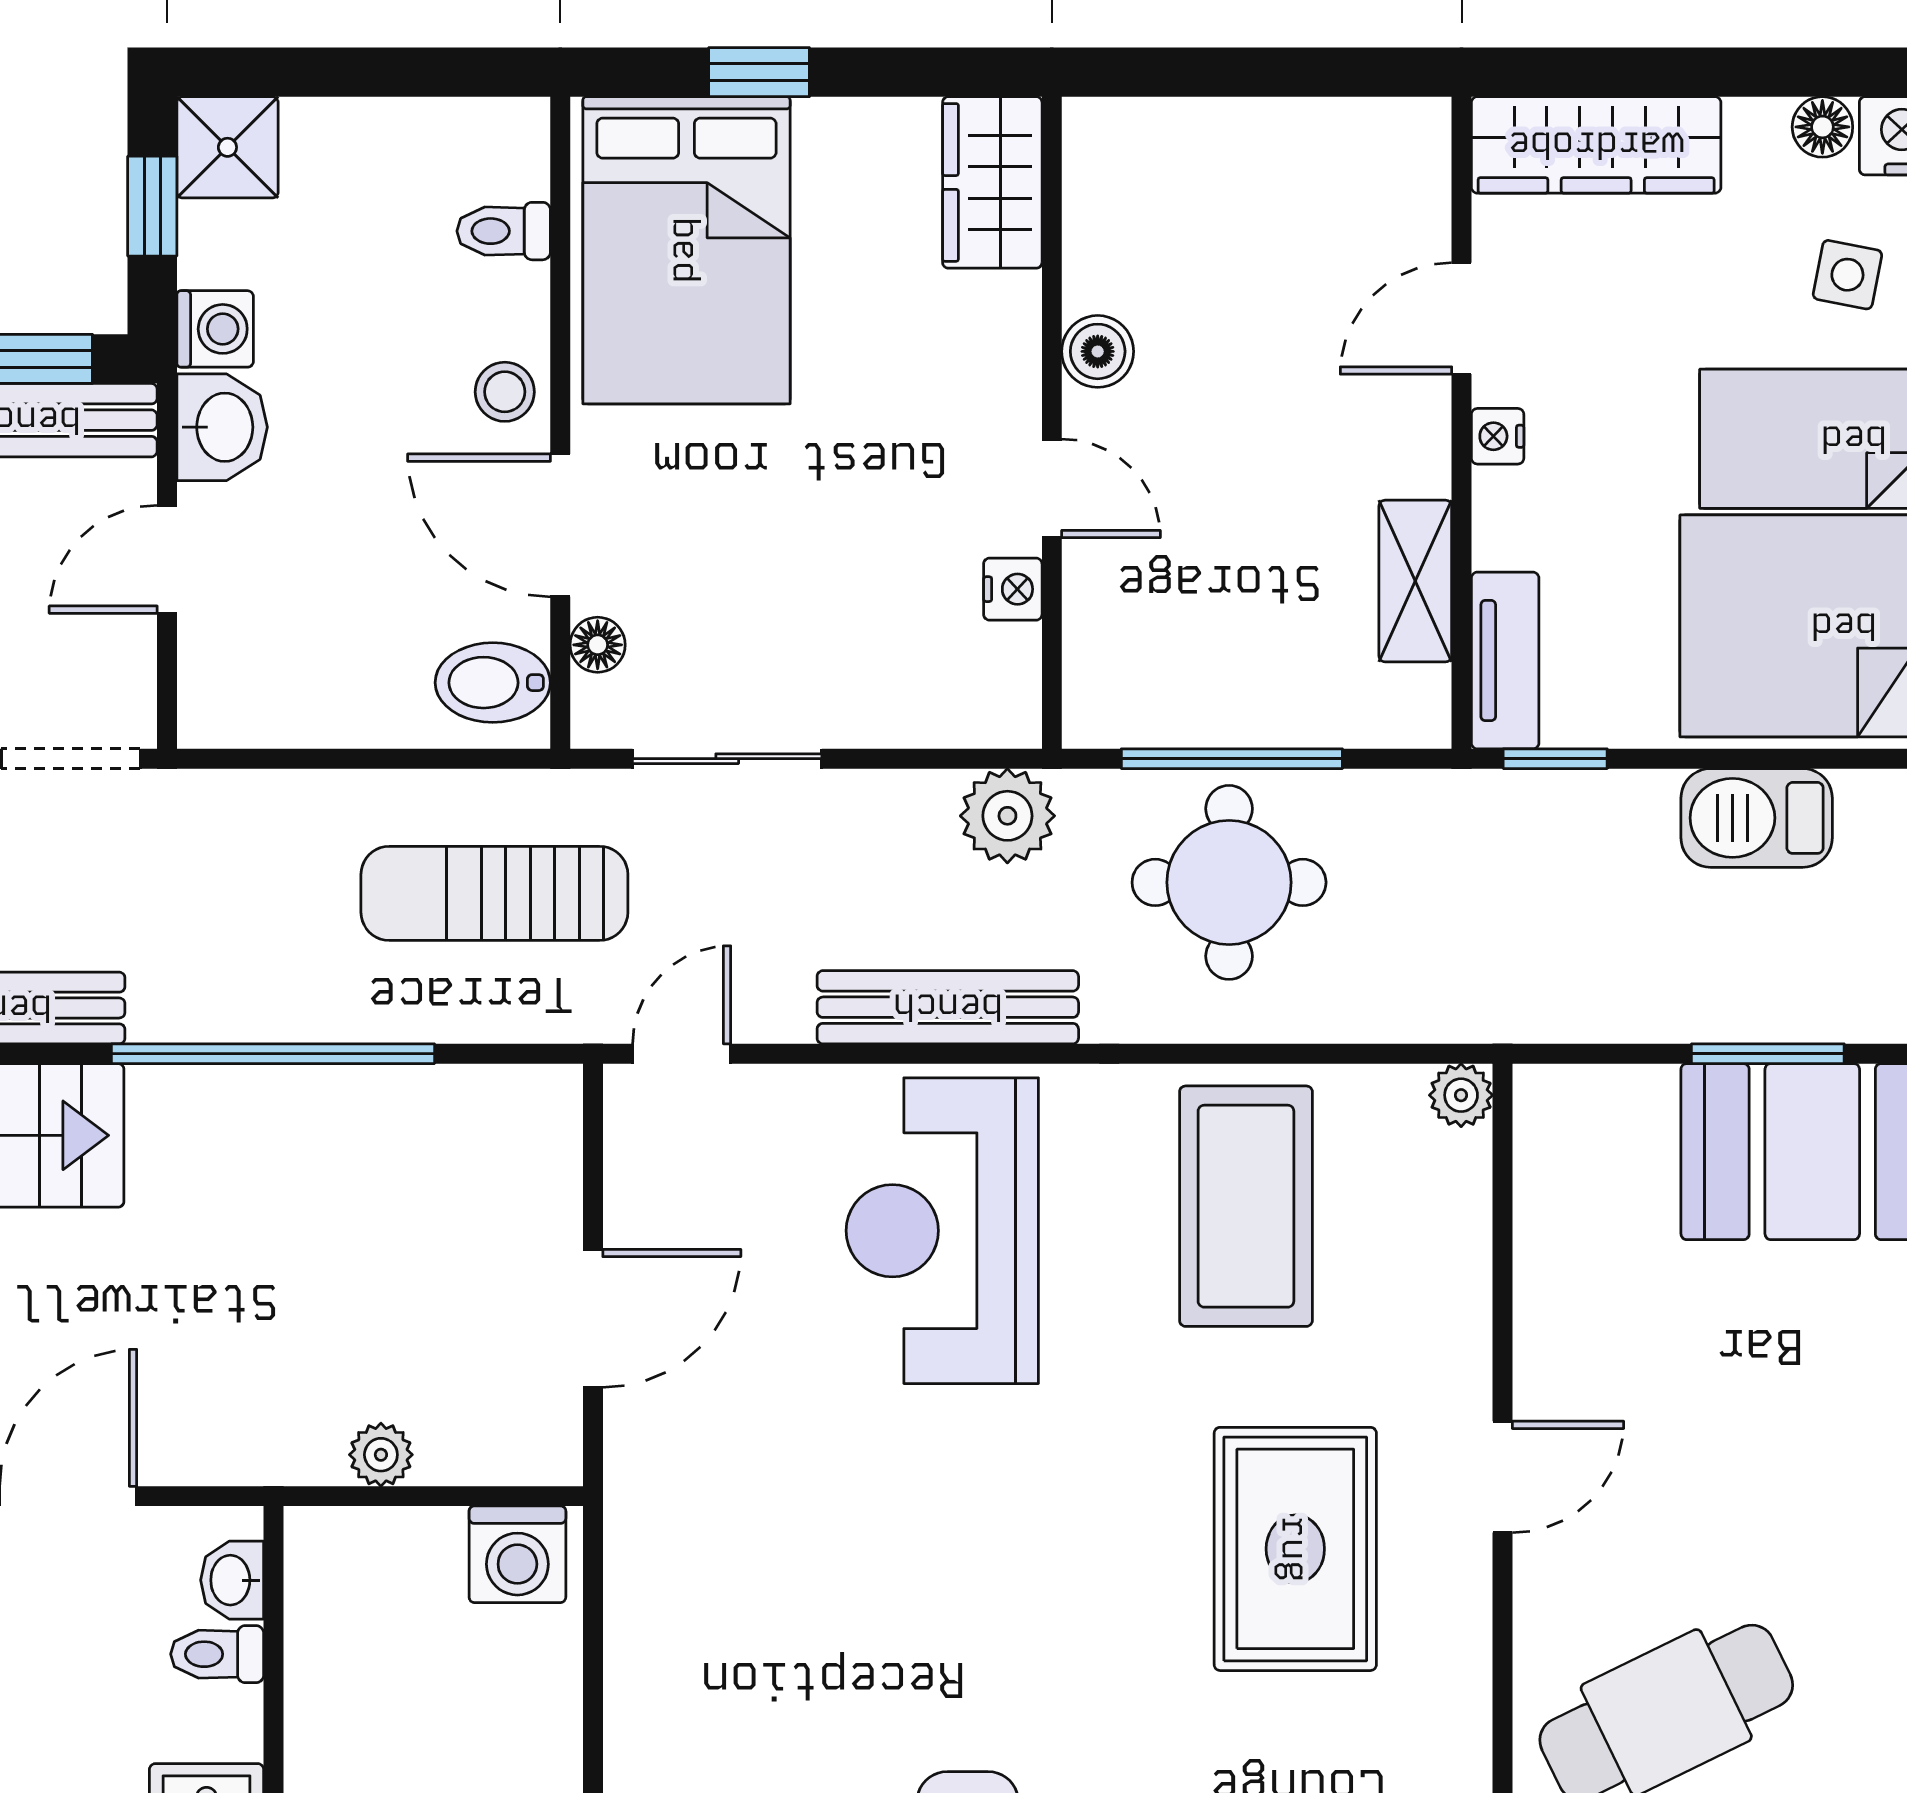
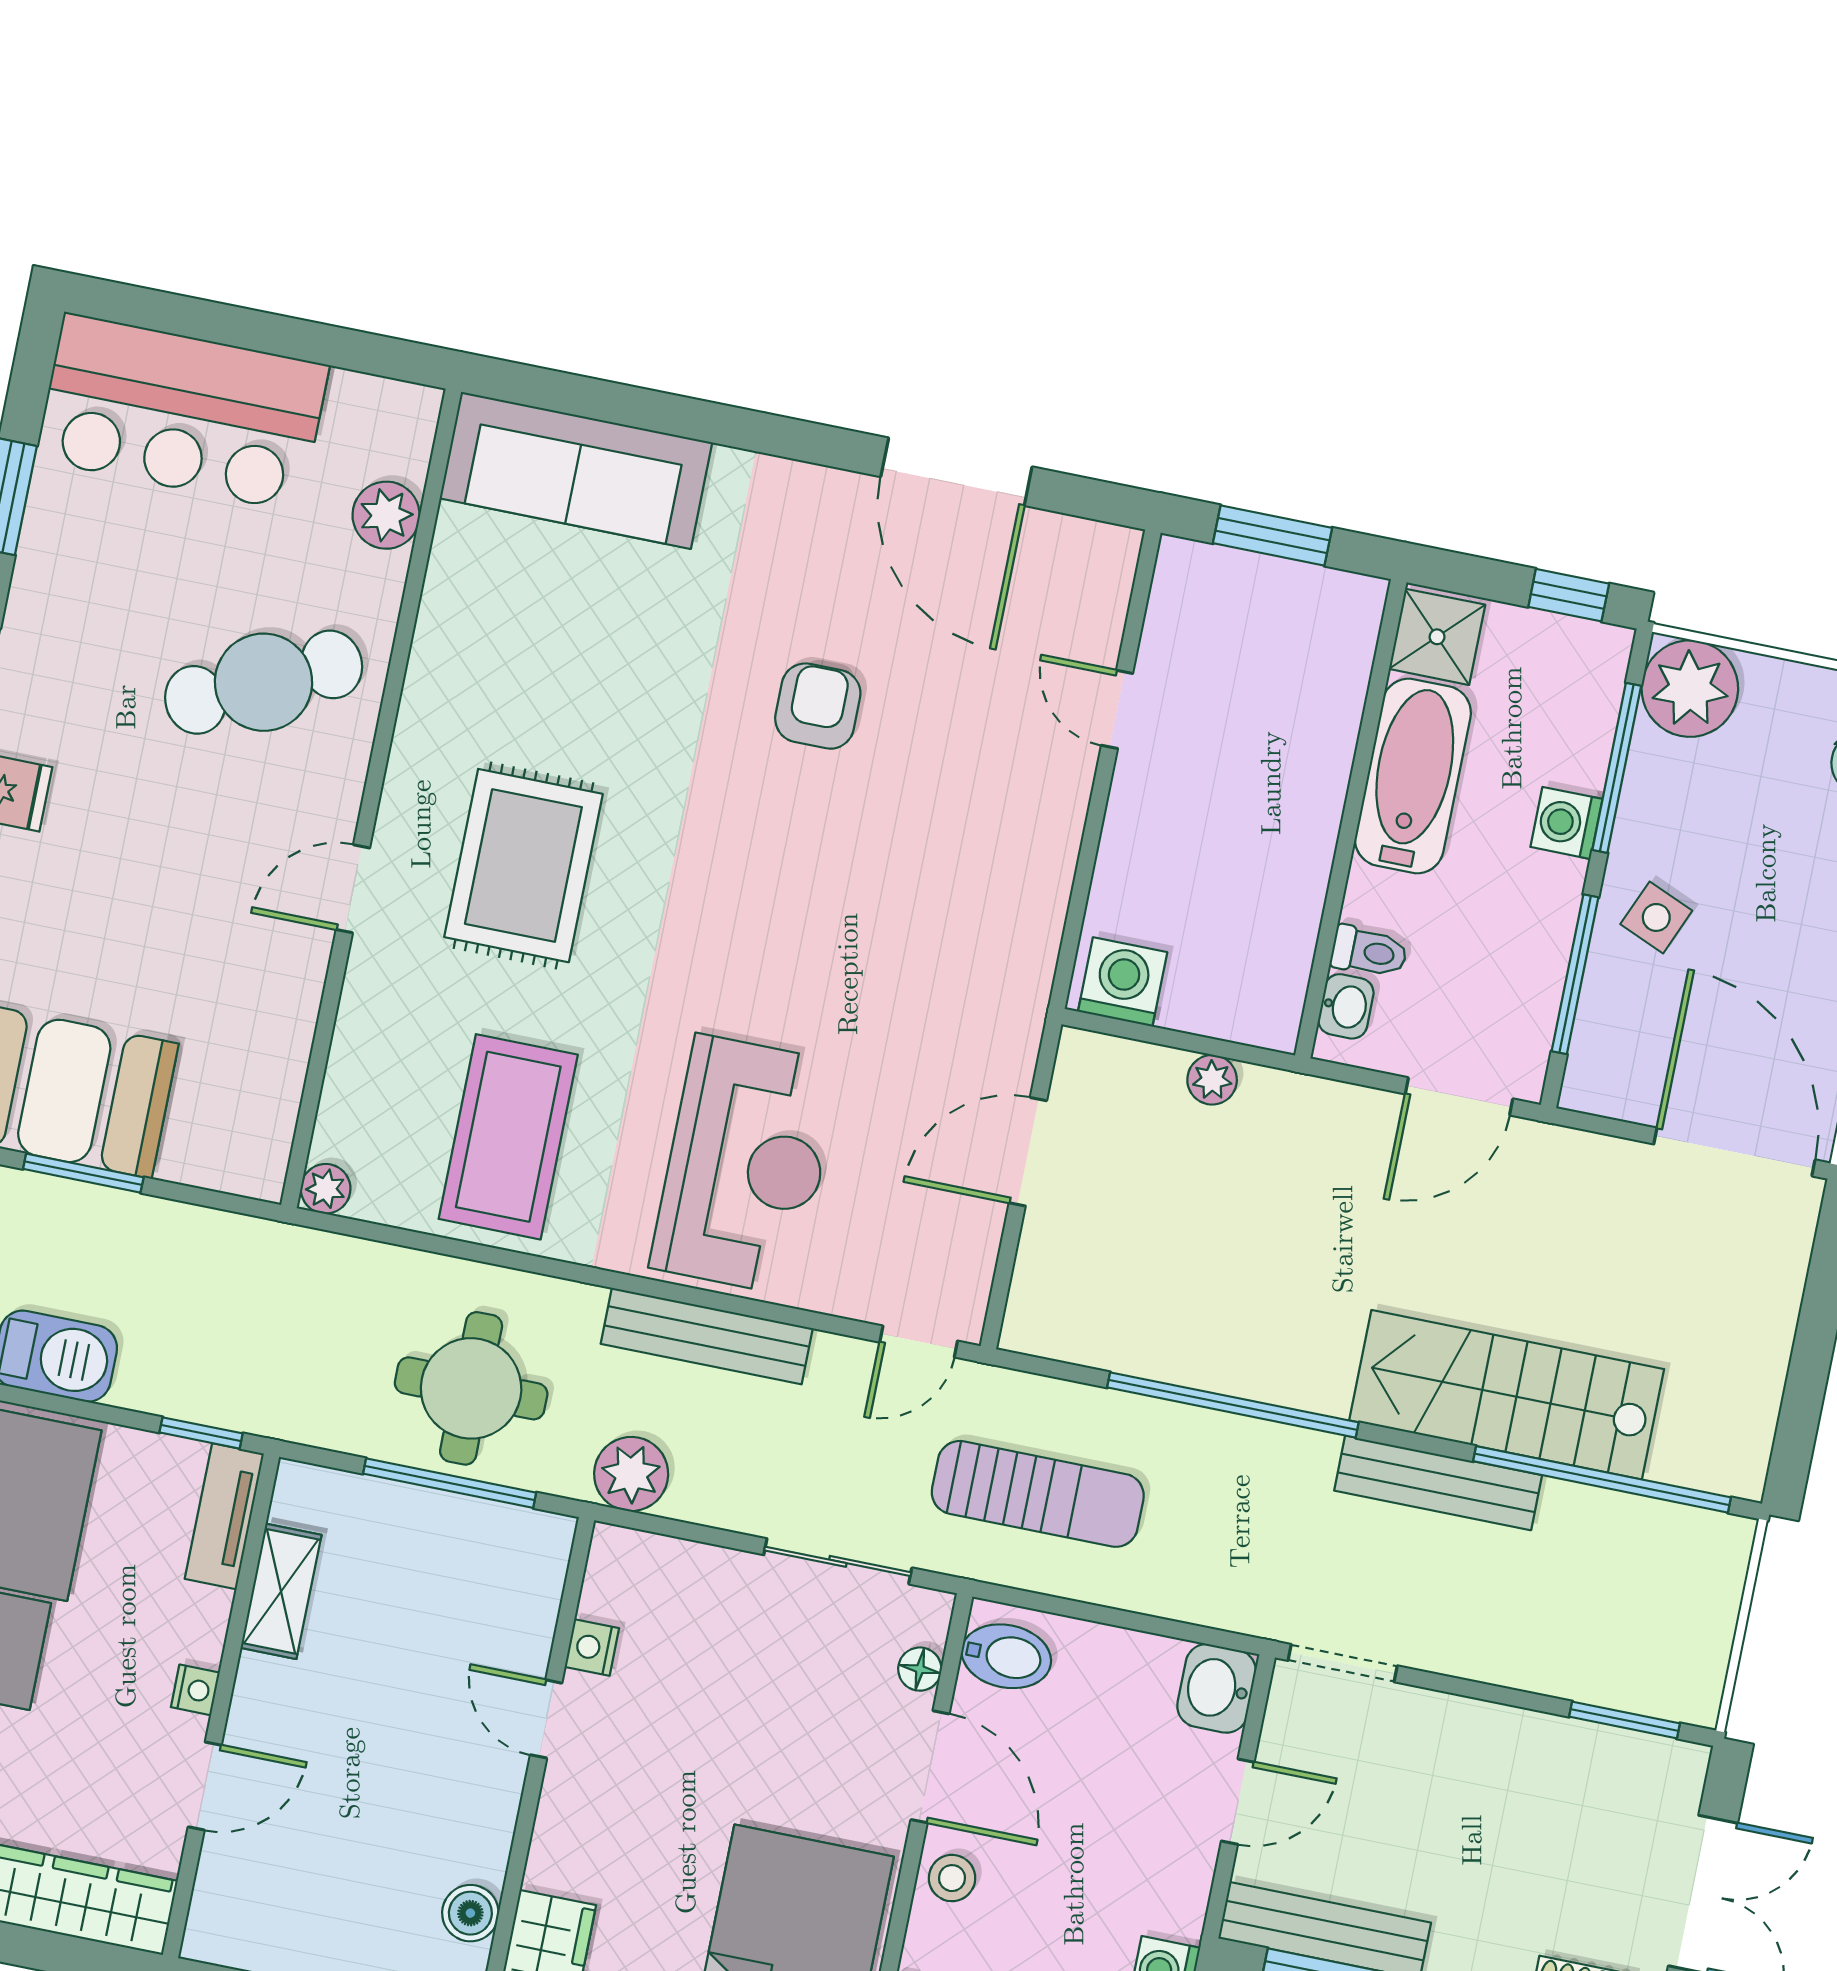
boiler: (1098, 351) -> (470, 1913), moved
washbasin: (222, 427) -> (1217, 1688), moved

